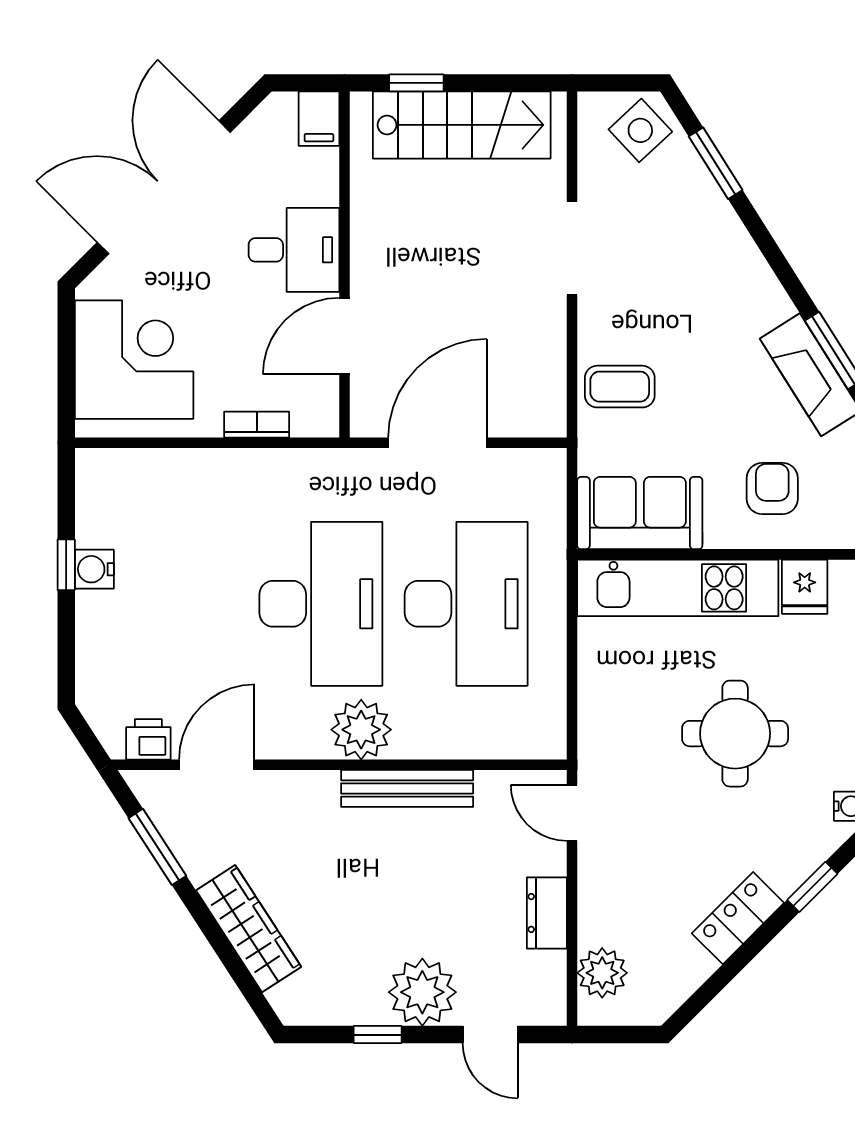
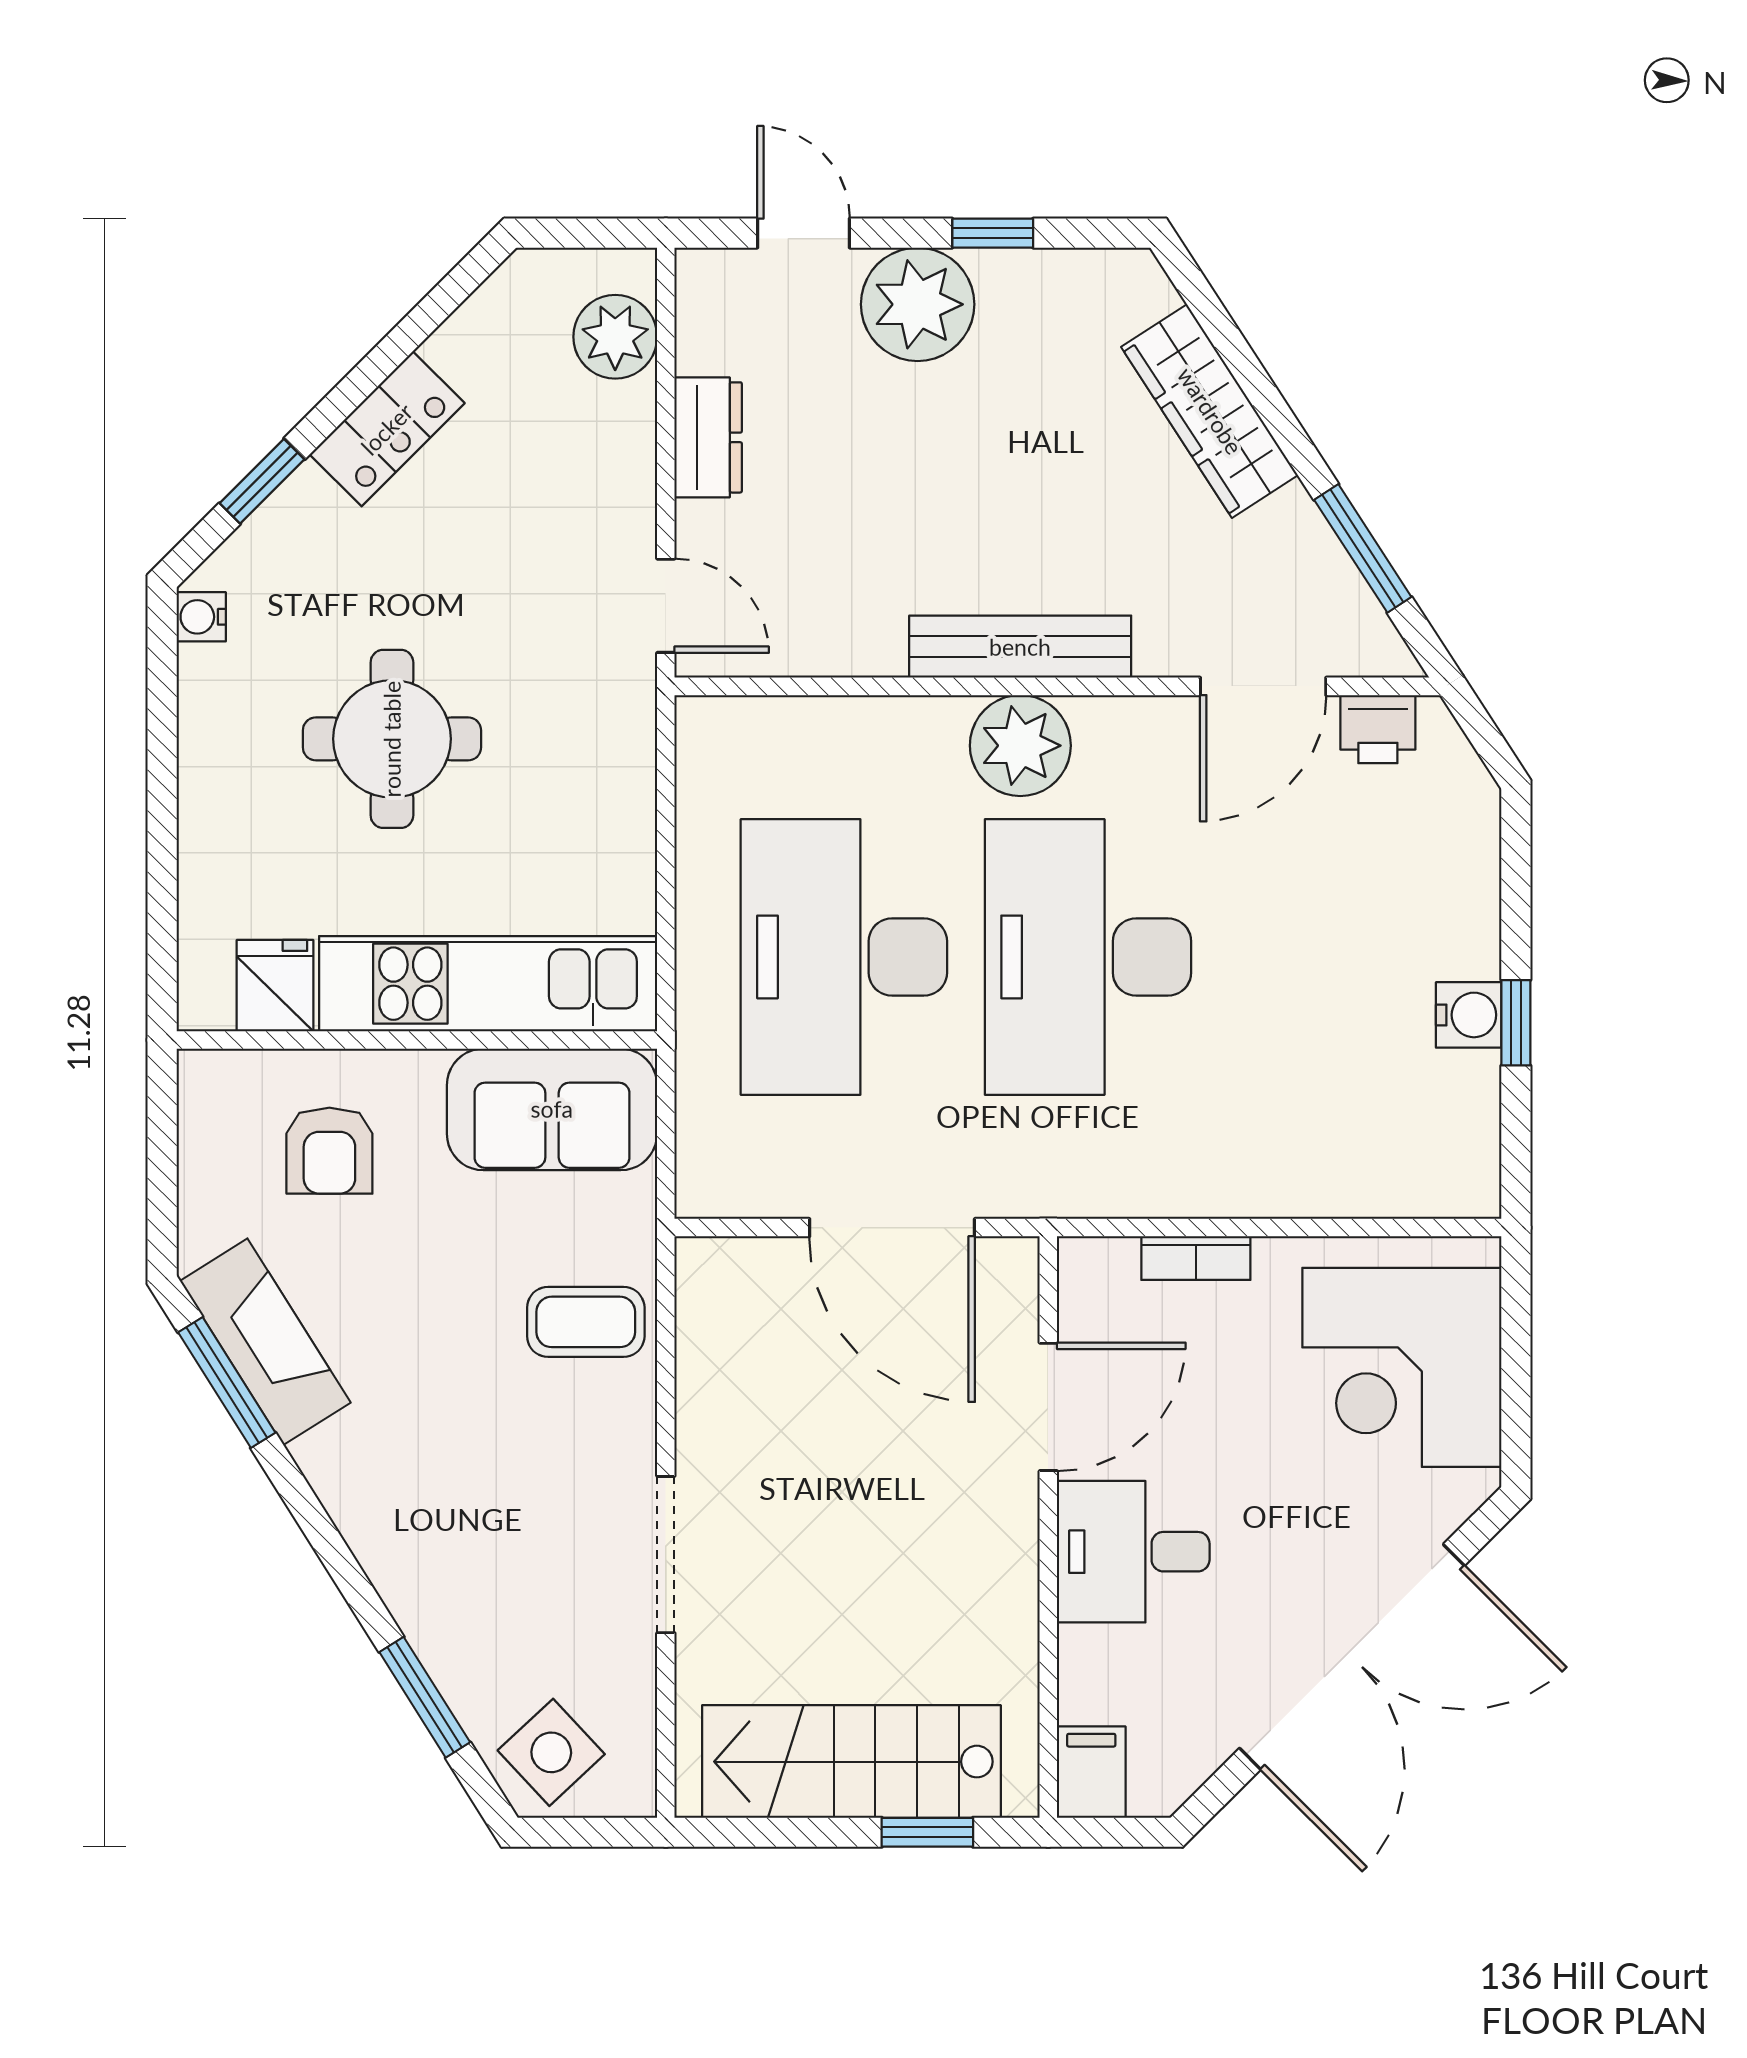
door: (437, 443) -> (892, 1228), hinge flipped
bench: (407, 788) -> (1020, 647), moved

